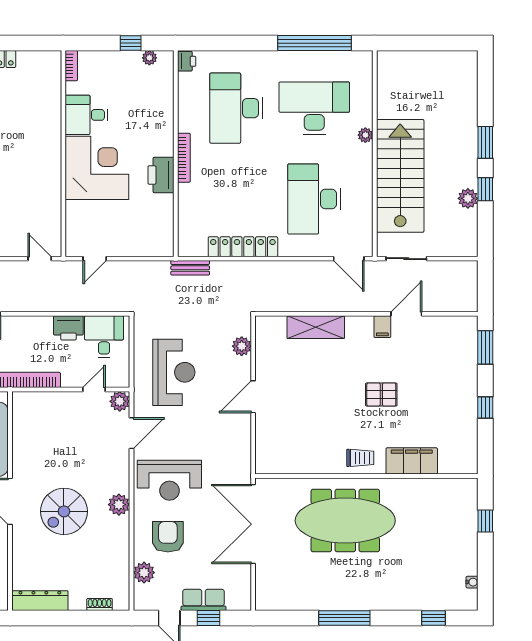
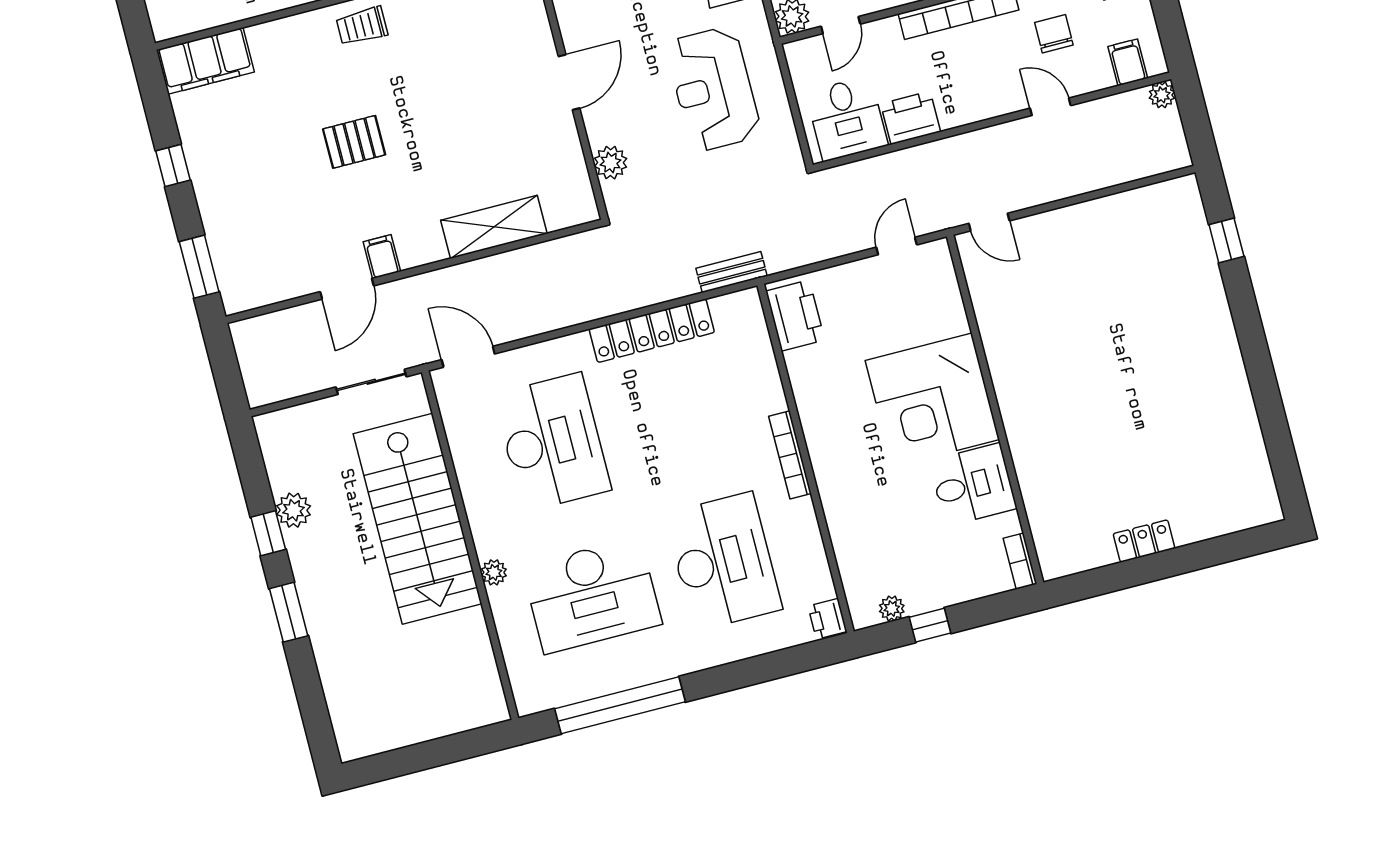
printer: (161, 175) -> (795, 316), moved
filing cabinet: (412, 461) -> (205, 61), moved

